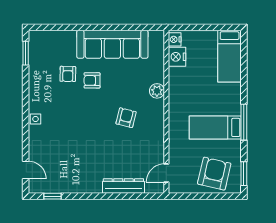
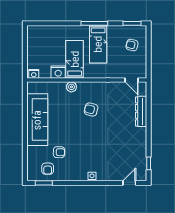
bed: (230, 56) -> (75, 59), moved, turned -90
nightstand: (177, 57) -> (58, 72), moved
armchair: (92, 80) -> (48, 169), moved
armchair: (214, 174) -> (132, 45), width x0.53, depth x0.53

